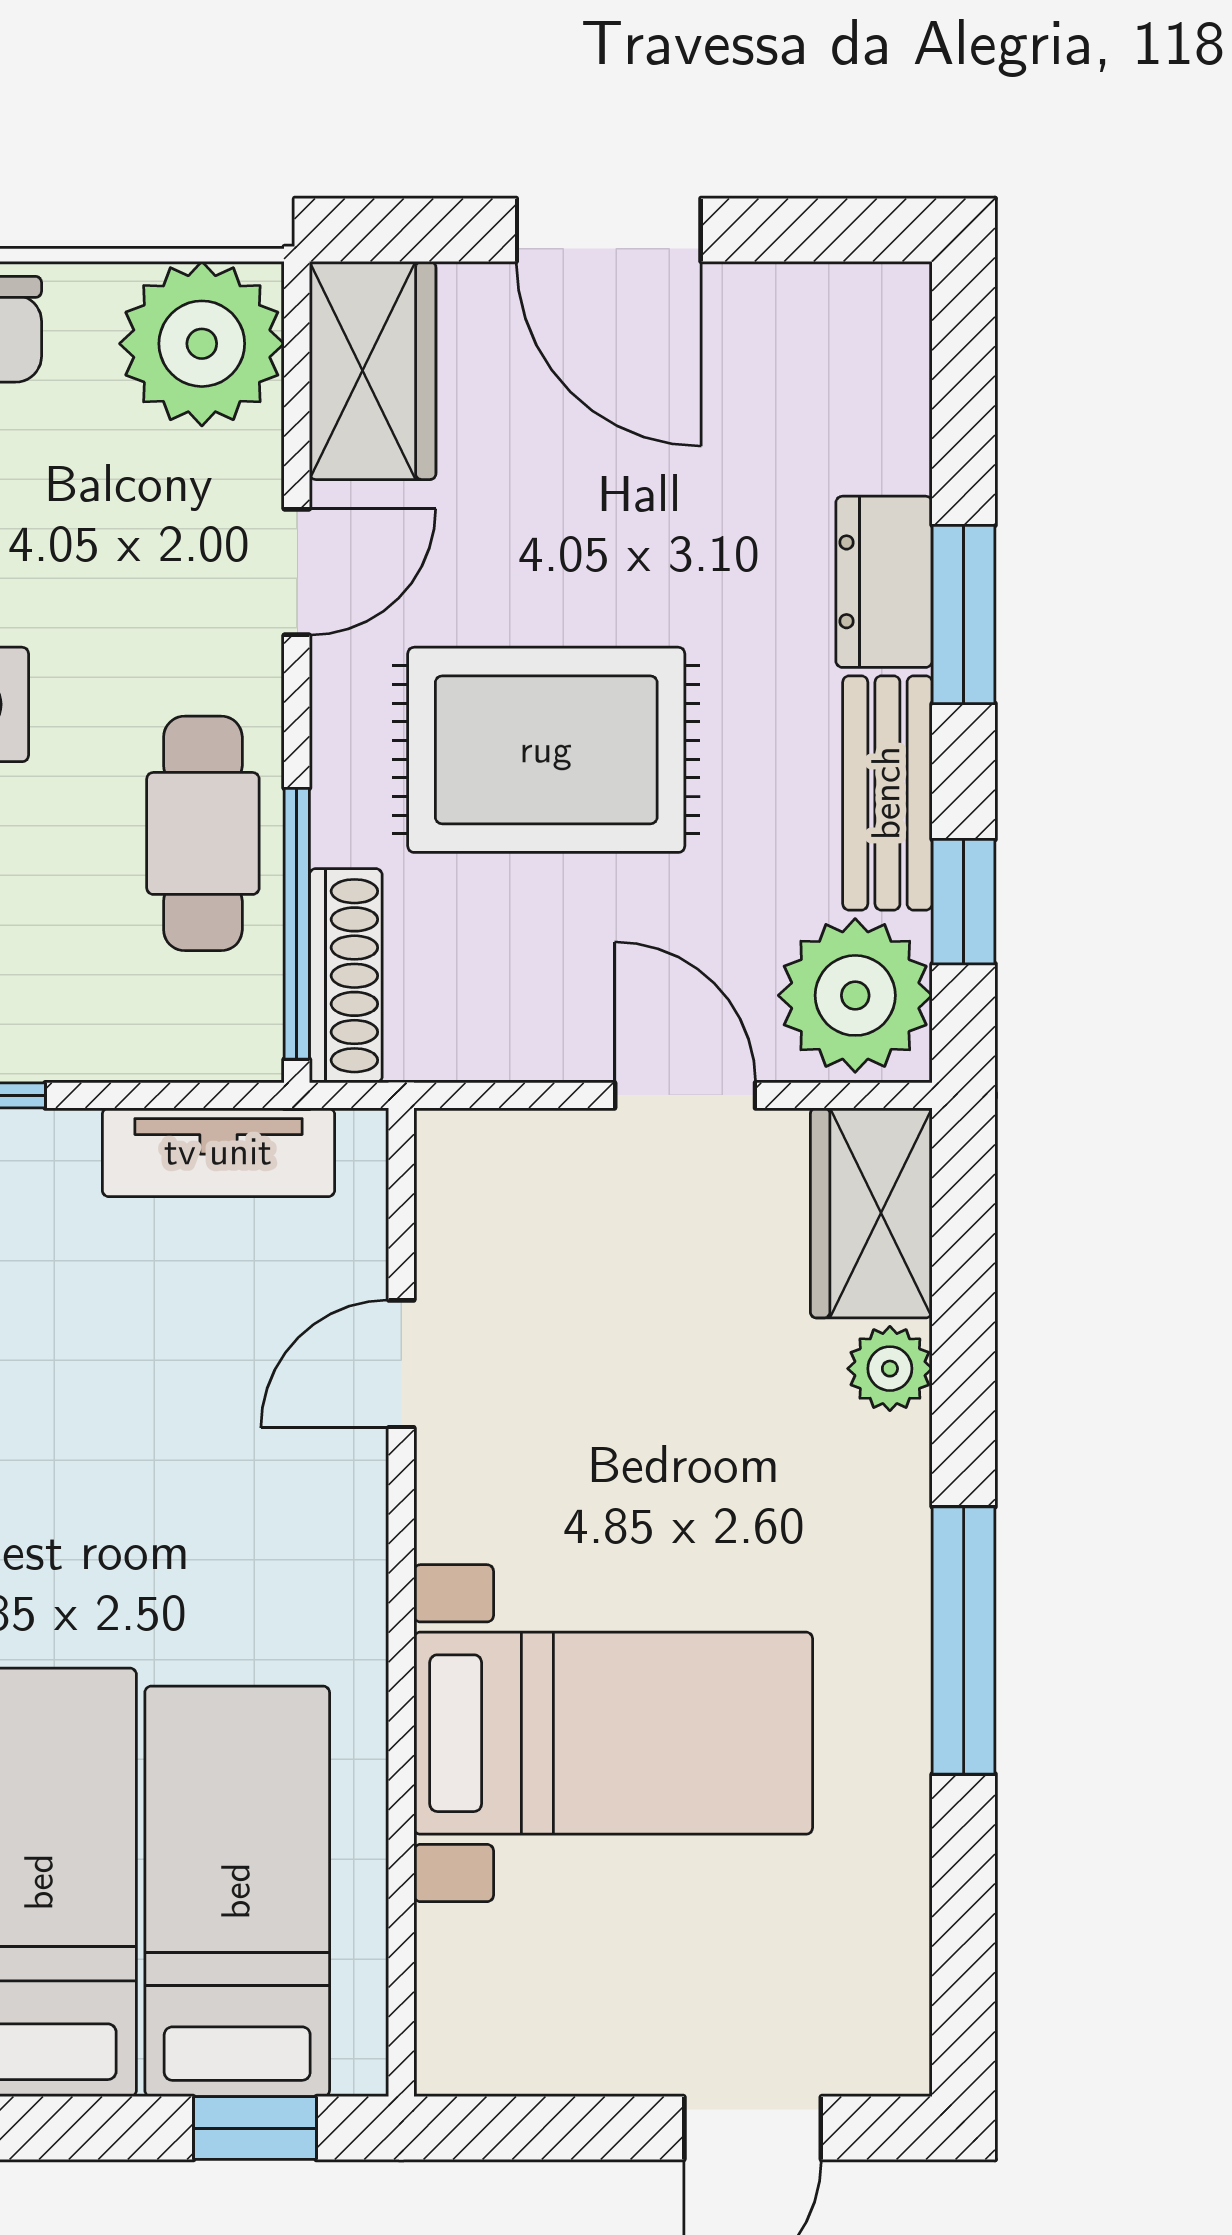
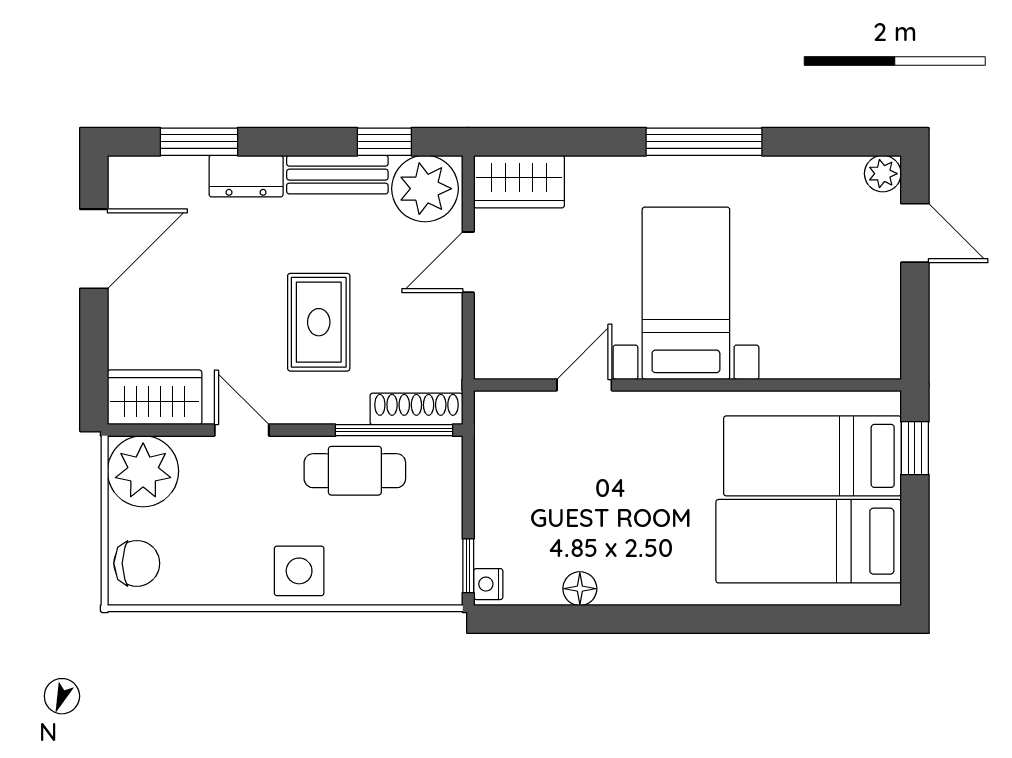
door: (609, 230) -> (94, 249), moved
window: (964, 614) -> (199, 142), moved
rug: (546, 750) -> (319, 322), width x0.73, depth x0.70
tv unit: (218, 1152) -> (493, 464), removed
door: (401, 1364) -> (584, 385), swing flipped
plant: (890, 1369) -> (883, 174), moved
bed with nightstands: (613, 1733) -> (686, 293), moved

